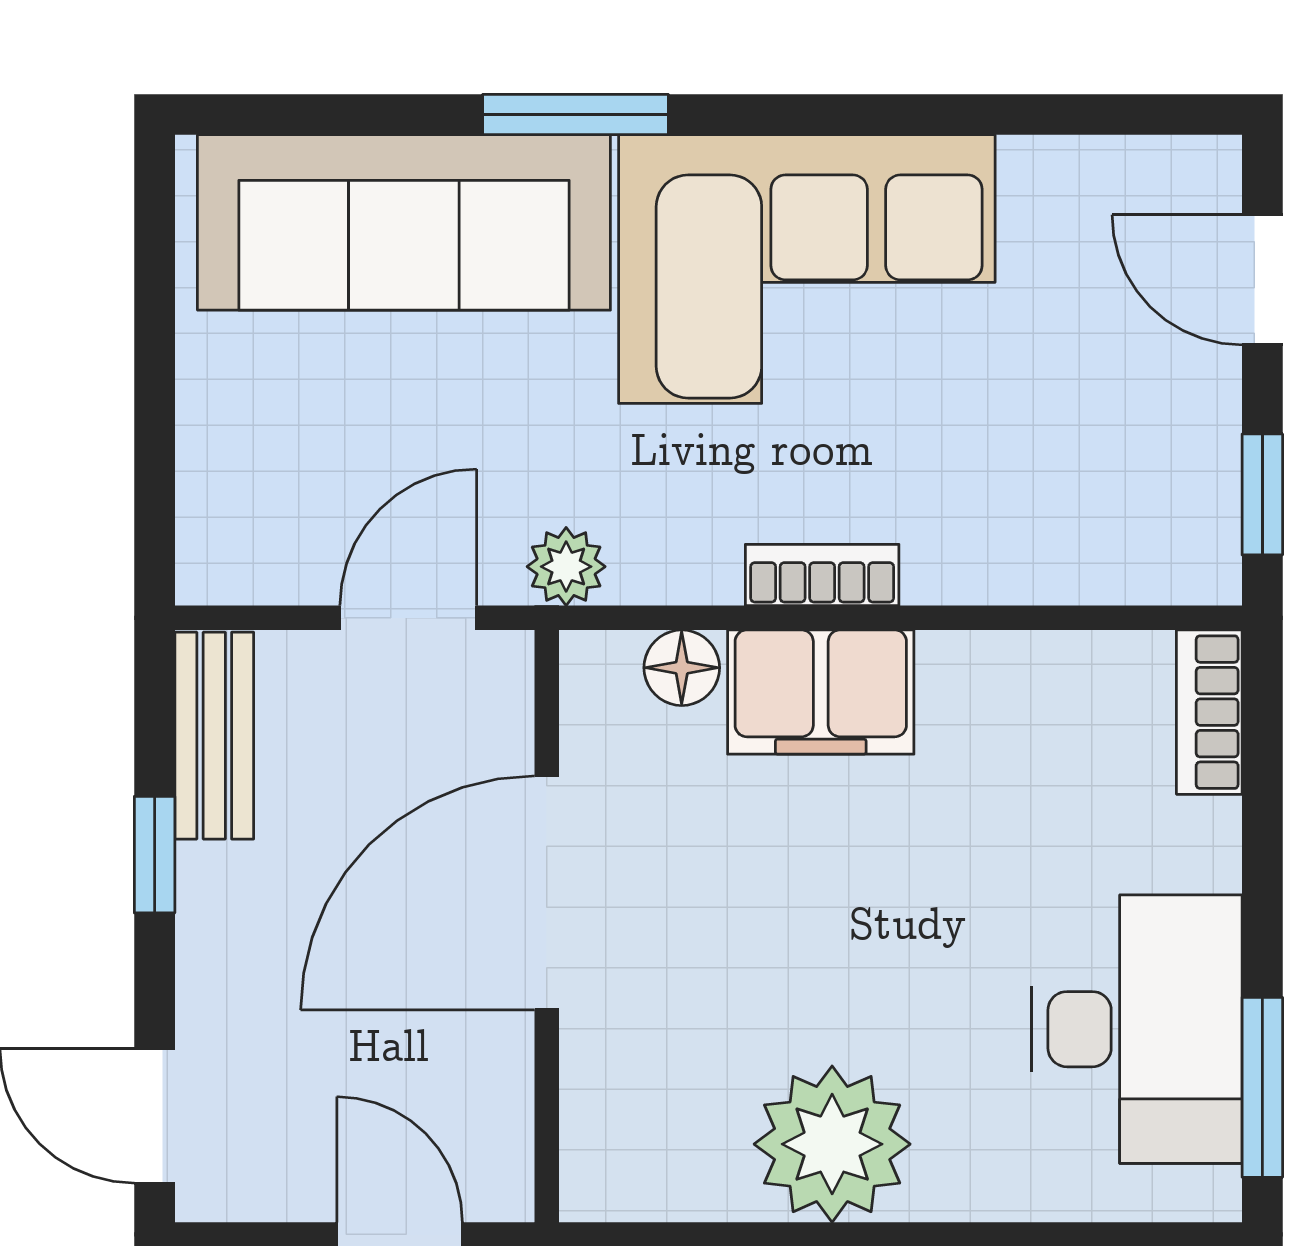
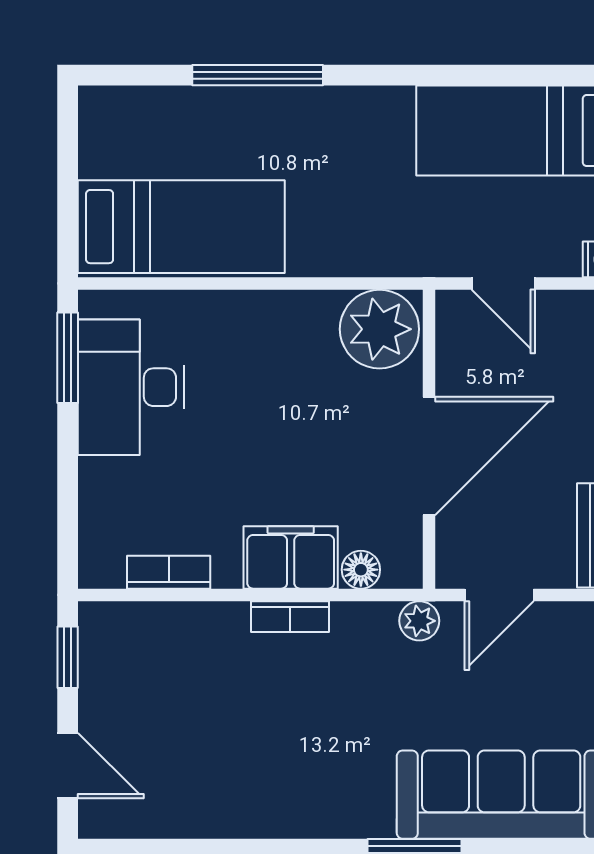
corner sofa: (807, 269) -> (298, 771), removed
bookcase: (1209, 712) -> (169, 572), moved, turned -90
plant: (832, 1144) -> (379, 329), moved

